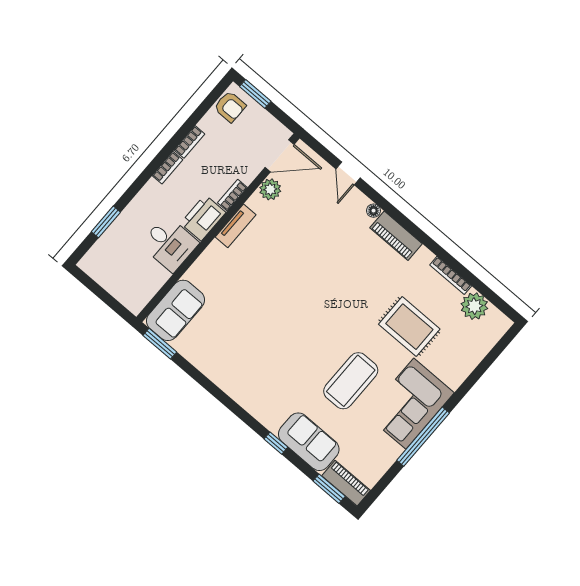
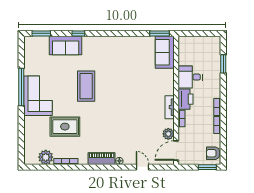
coffee table: (351, 381) -> (86, 86), moved
piano: (346, 483) -> (36, 42), removed

